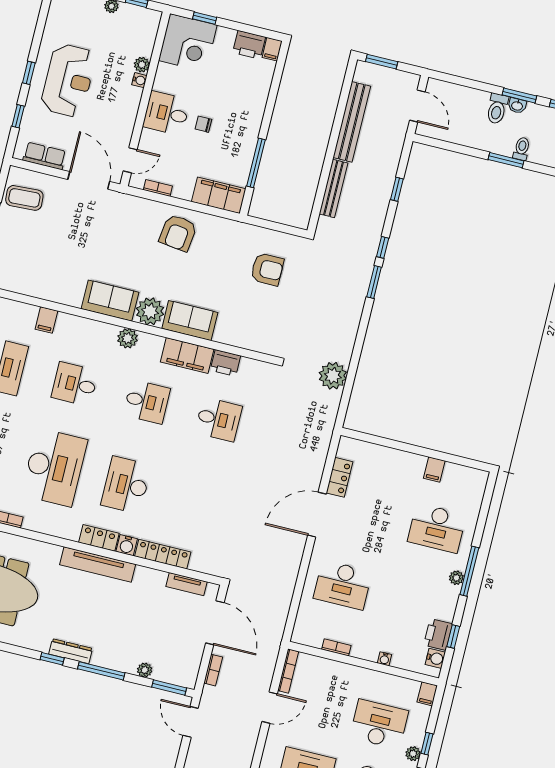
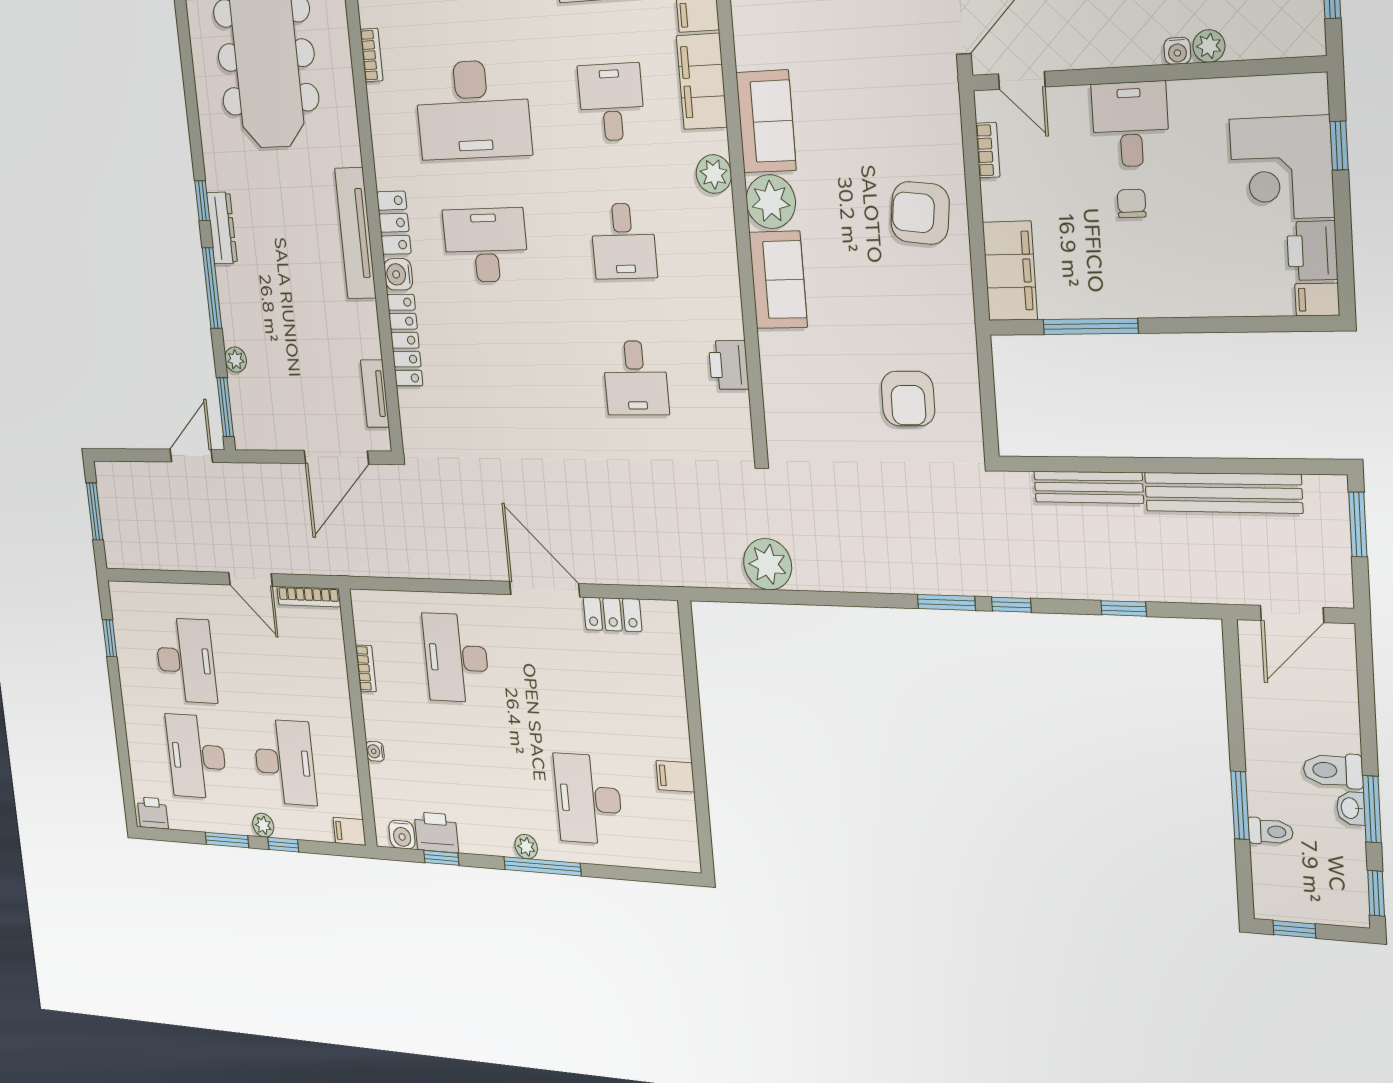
corner desk: (188, 43) -> (1282, 168), moved
filing cabinet: (187, 356) -> (702, 81), moved
bookcase: (213, 670) -> (271, 473), removed

